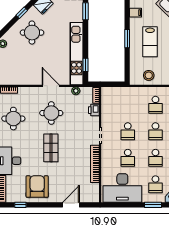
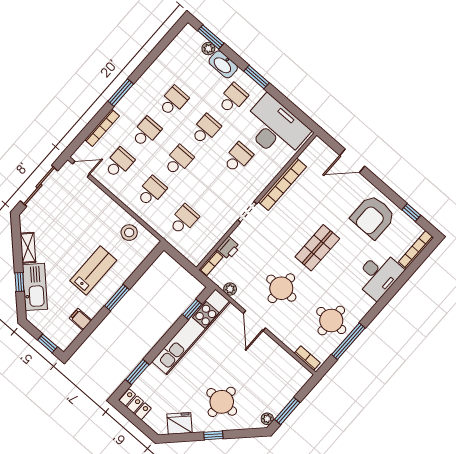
school desk: (128, 131) -> (184, 220), moved

